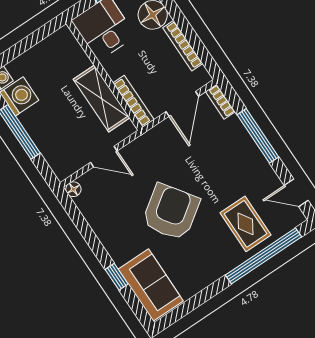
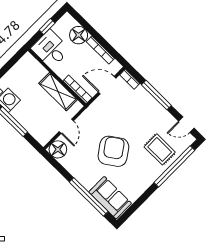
door: (182, 104) -> (107, 85), swing flipped
door: (104, 157) -> (66, 126), hinge flipped
floor lamp: (73, 189) -> (58, 149), width x1.89, depth x1.89
window: (117, 277) -> (89, 197), width x3.17

